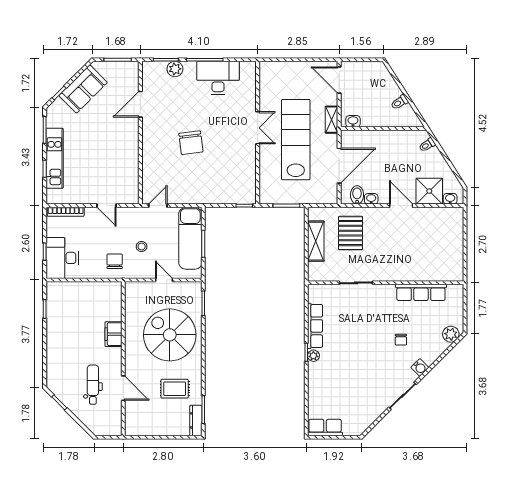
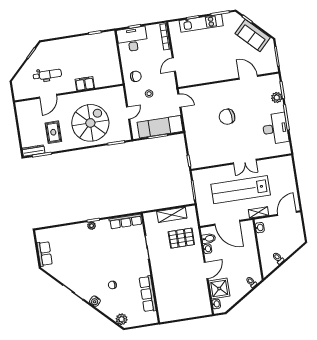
lab bench: (296, 140) -> (241, 190), turned 180
row of seats: (315, 326) -> (126, 221), moved
row of seats: (325, 427) -> (45, 254), moved

